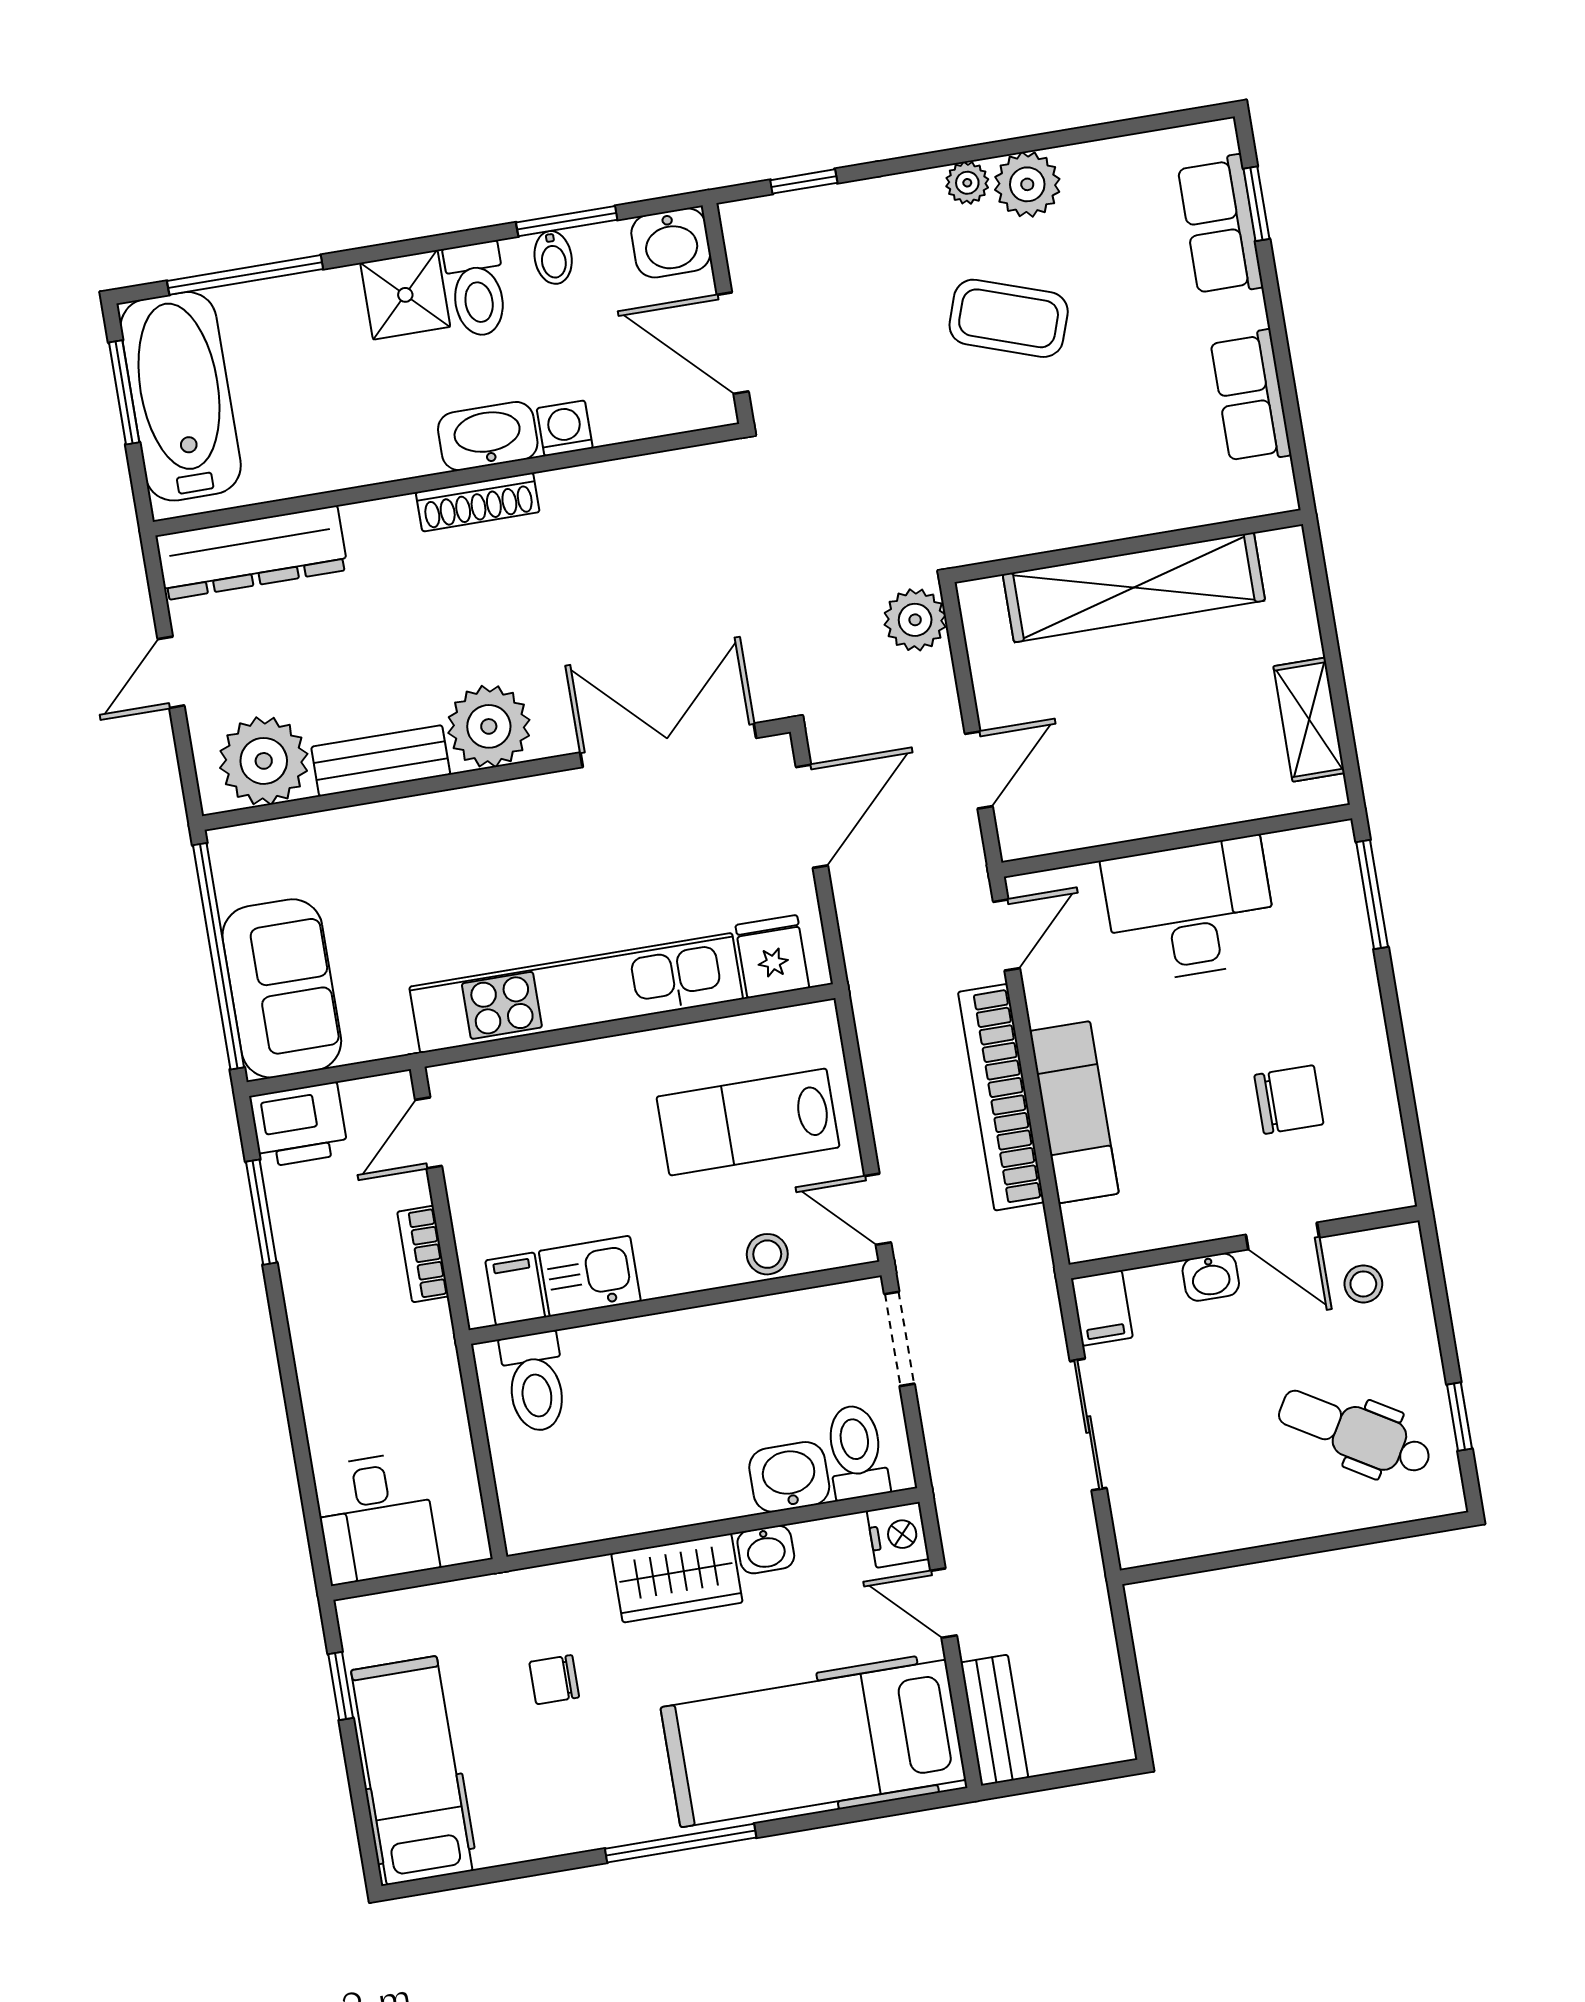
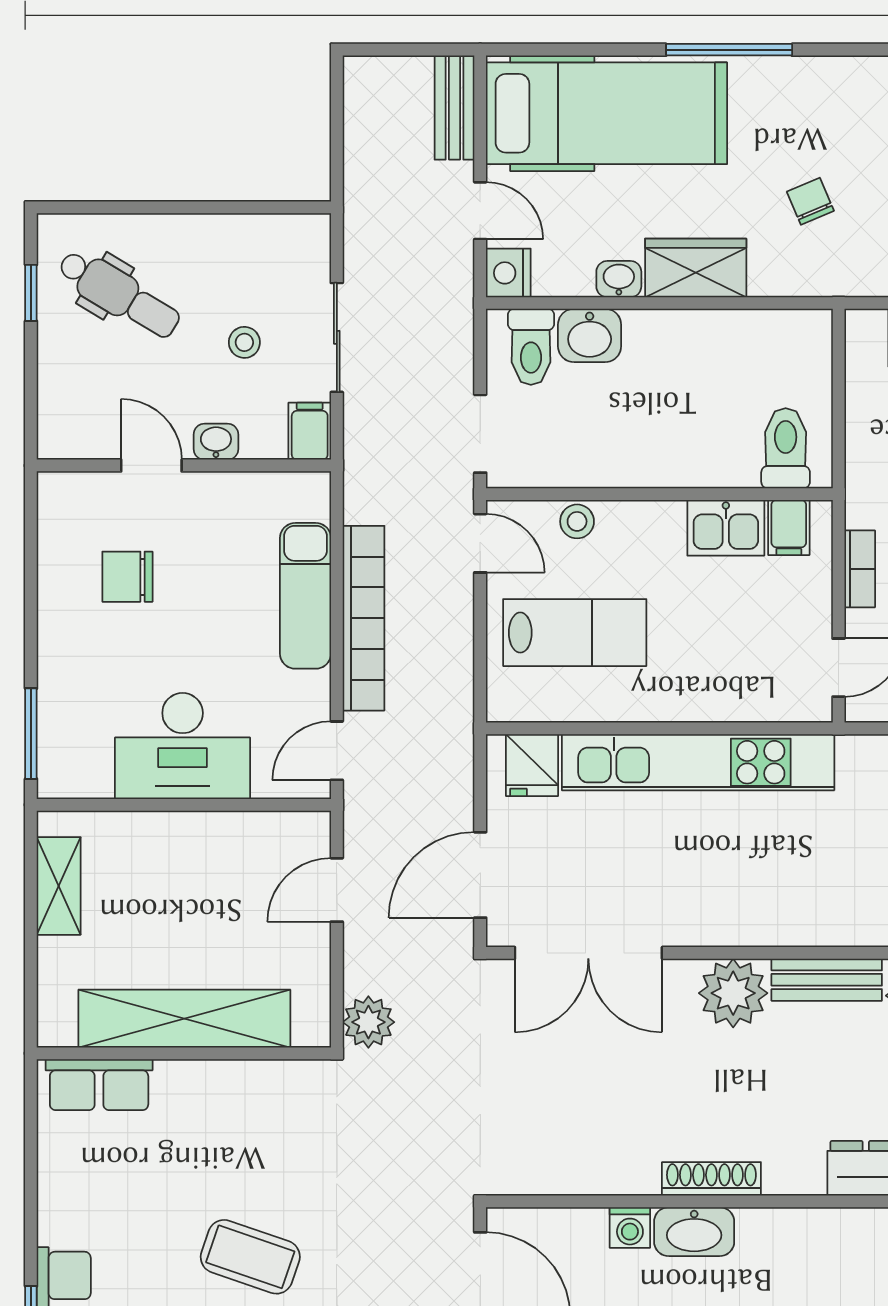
row of seats: (1251, 397) -> (99, 1085), moved, turned 90
stool: (1363, 1284) -> (244, 342), moved
chair: (554, 1680) -> (810, 201), turned -113

